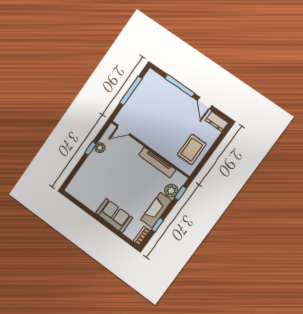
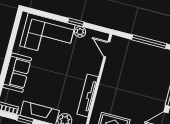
corner sofa: (92, 177) -> (47, 35), added

